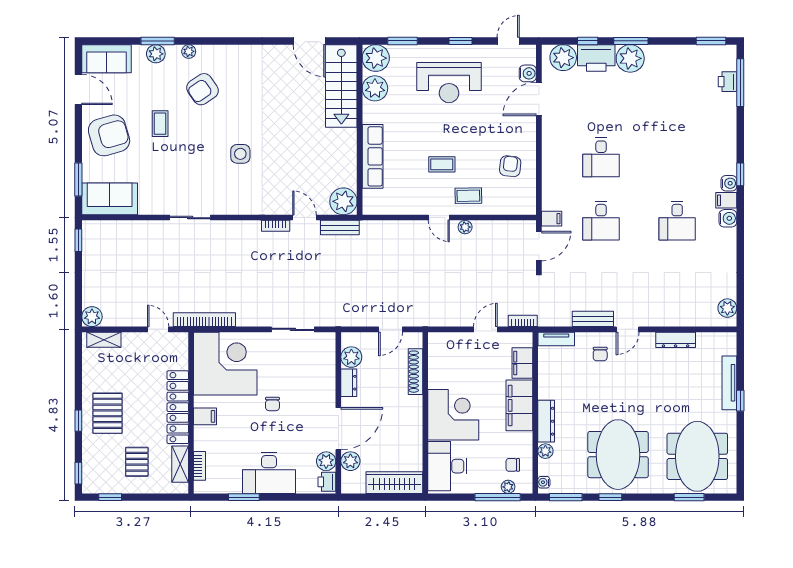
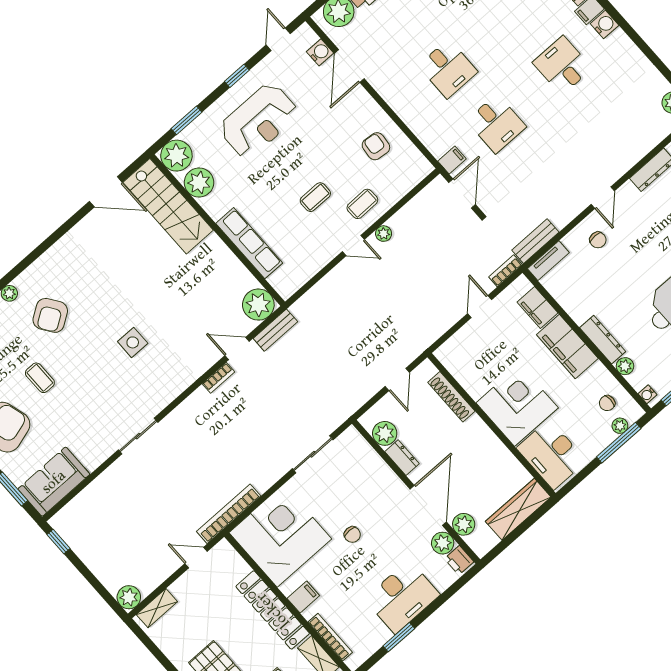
desk: (677, 221) -> (562, 65), turned 180
bench: (593, 319) -> (535, 241), moved
bookcase: (199, 466) -> (330, 637), width x1.56

